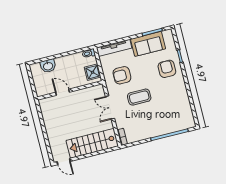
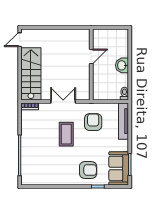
sofa: (148, 44) -> (119, 168), moved
washbasin: (48, 66) -> (122, 65), moved
shower: (93, 72) -> (104, 93), removed

